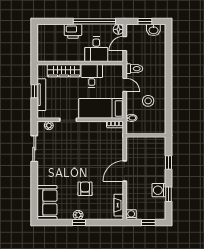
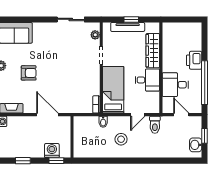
floor lamp: (118, 29) -> (196, 108), removed
wall: (146, 135) -> (72, 137), moved
washing machine: (159, 190) -> (52, 151), moved

